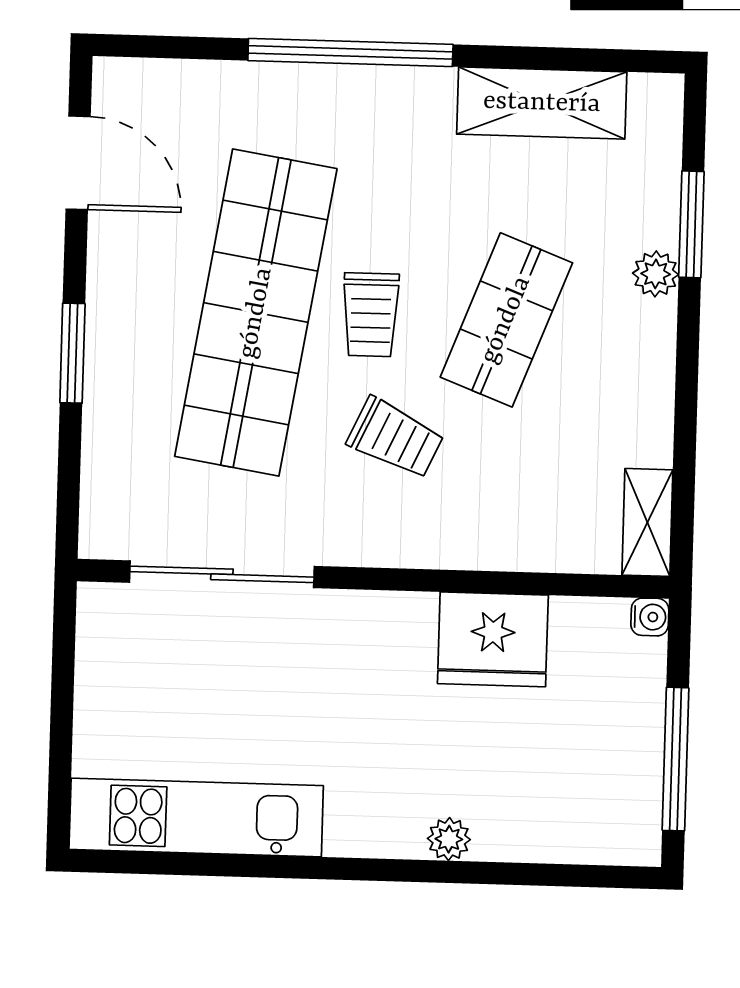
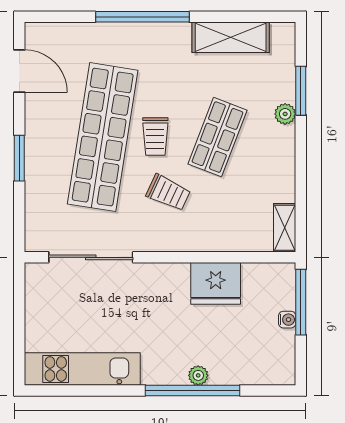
water cooler: (650, 617) -> (287, 320), moved
window: (676, 759) -> (301, 302), moved
window: (436, 871) -> (193, 390), added

